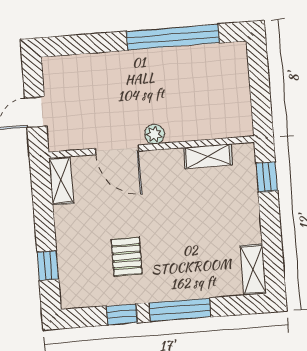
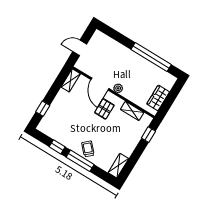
wardrobe: (237, 100) -> (158, 98), added
pallet: (127, 257) -> (104, 109), moved
trolley: (179, 279) -> (88, 149), added

